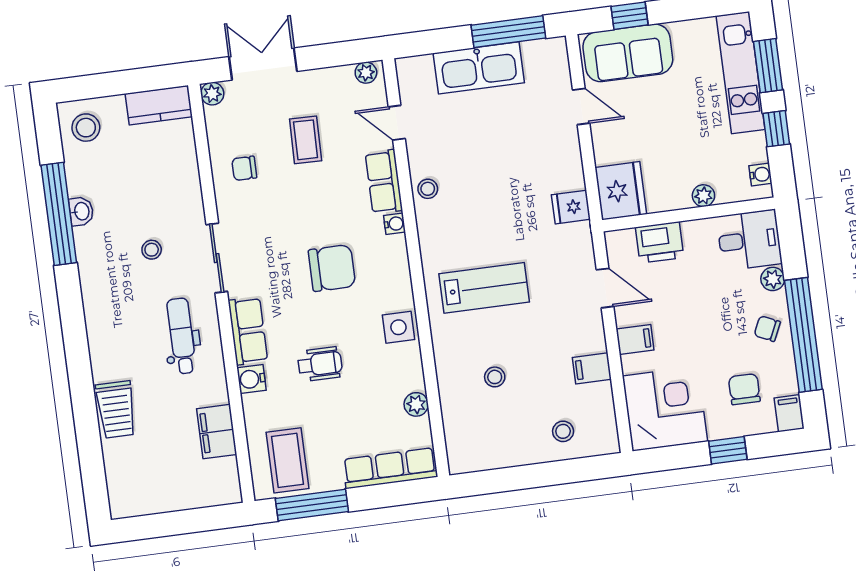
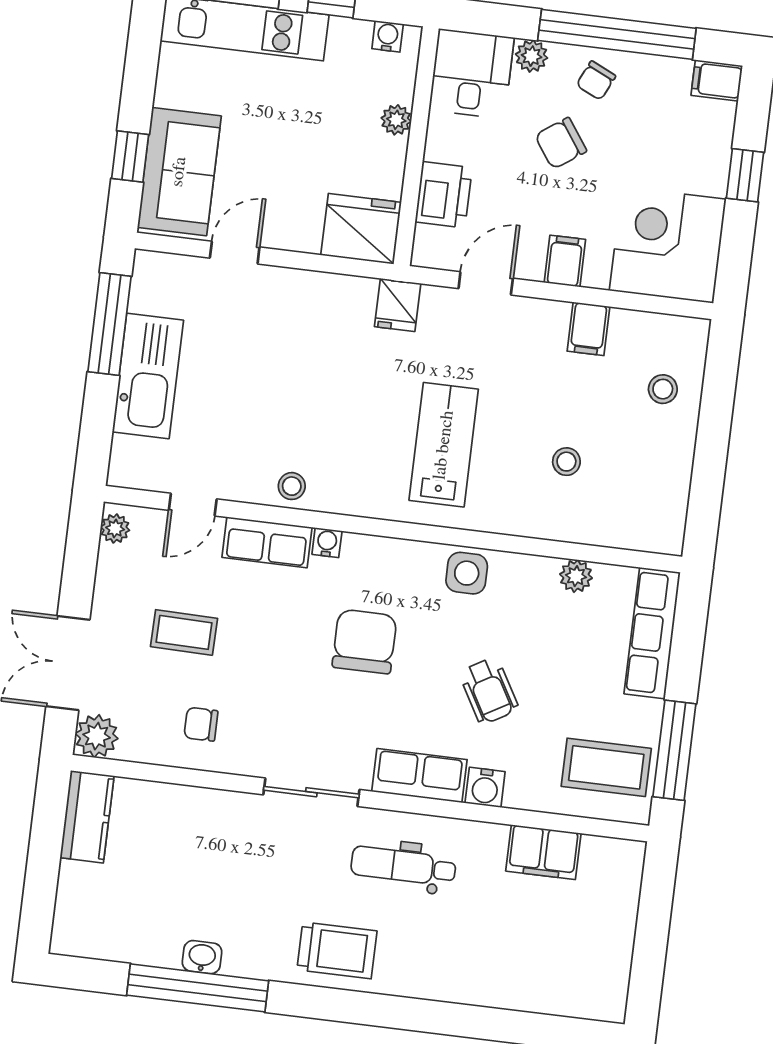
plant: (212, 94) -> (97, 736), width x1.38, depth x1.38
stool: (86, 128) -> (92, 922), removed
chair: (244, 168) -> (201, 724), turned 90
fridge: (571, 207) -> (398, 305), moved
stool: (152, 250) -> (278, 876), removed
wheelchair: (320, 364) -> (489, 691), turned 150
chair: (744, 389) -> (561, 143), moved, turned -35
trolley: (116, 409) -> (337, 950), moved

